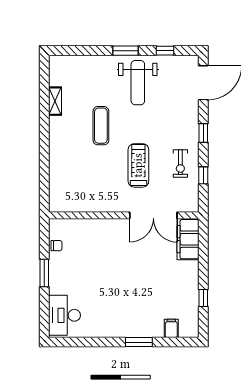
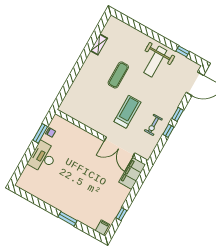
window: (126, 51) -> (159, 38), removed
window: (203, 175) -> (168, 131), moved
window: (44, 273) -> (40, 133), moved
desk: (64, 315) -> (43, 157), moved
filing cabinet: (171, 328) -> (102, 228), moved

